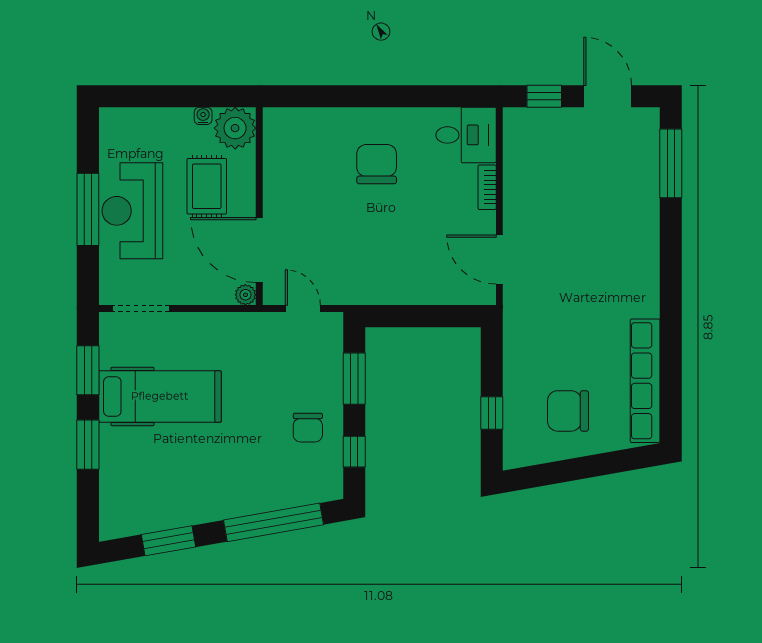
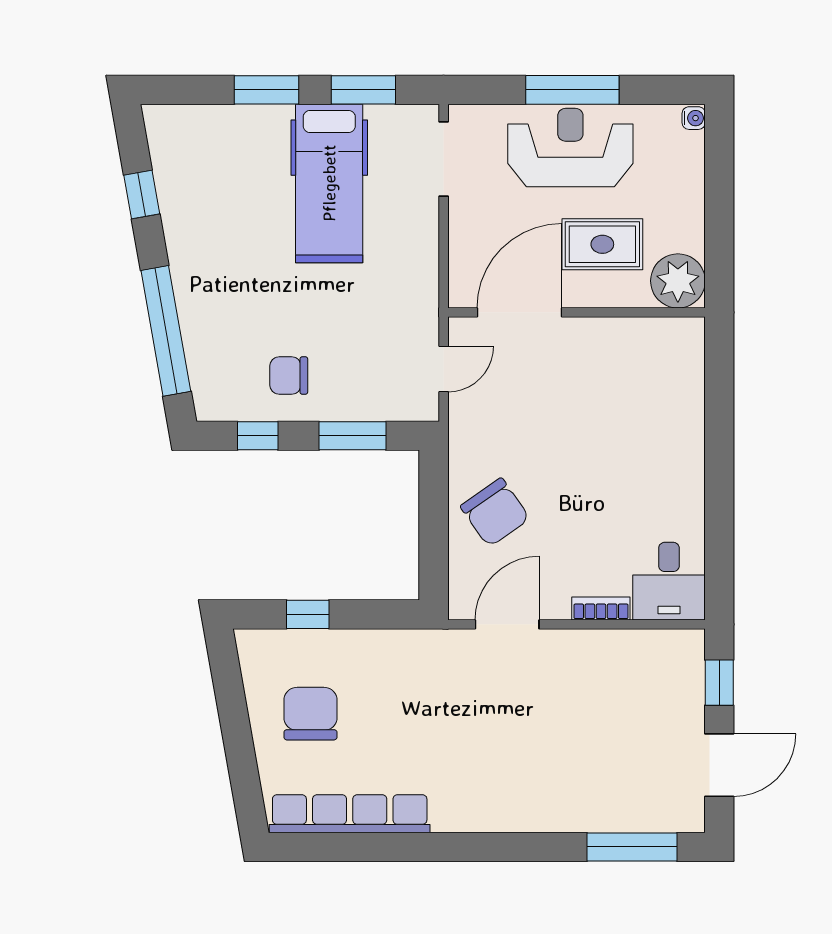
water cooler: (203, 116) -> (694, 118), moved
chair: (377, 164) -> (495, 512), moved, turned 55
plant: (245, 295) -> (461, 295), removed
window: (169, 541) -> (142, 195), width x0.67

